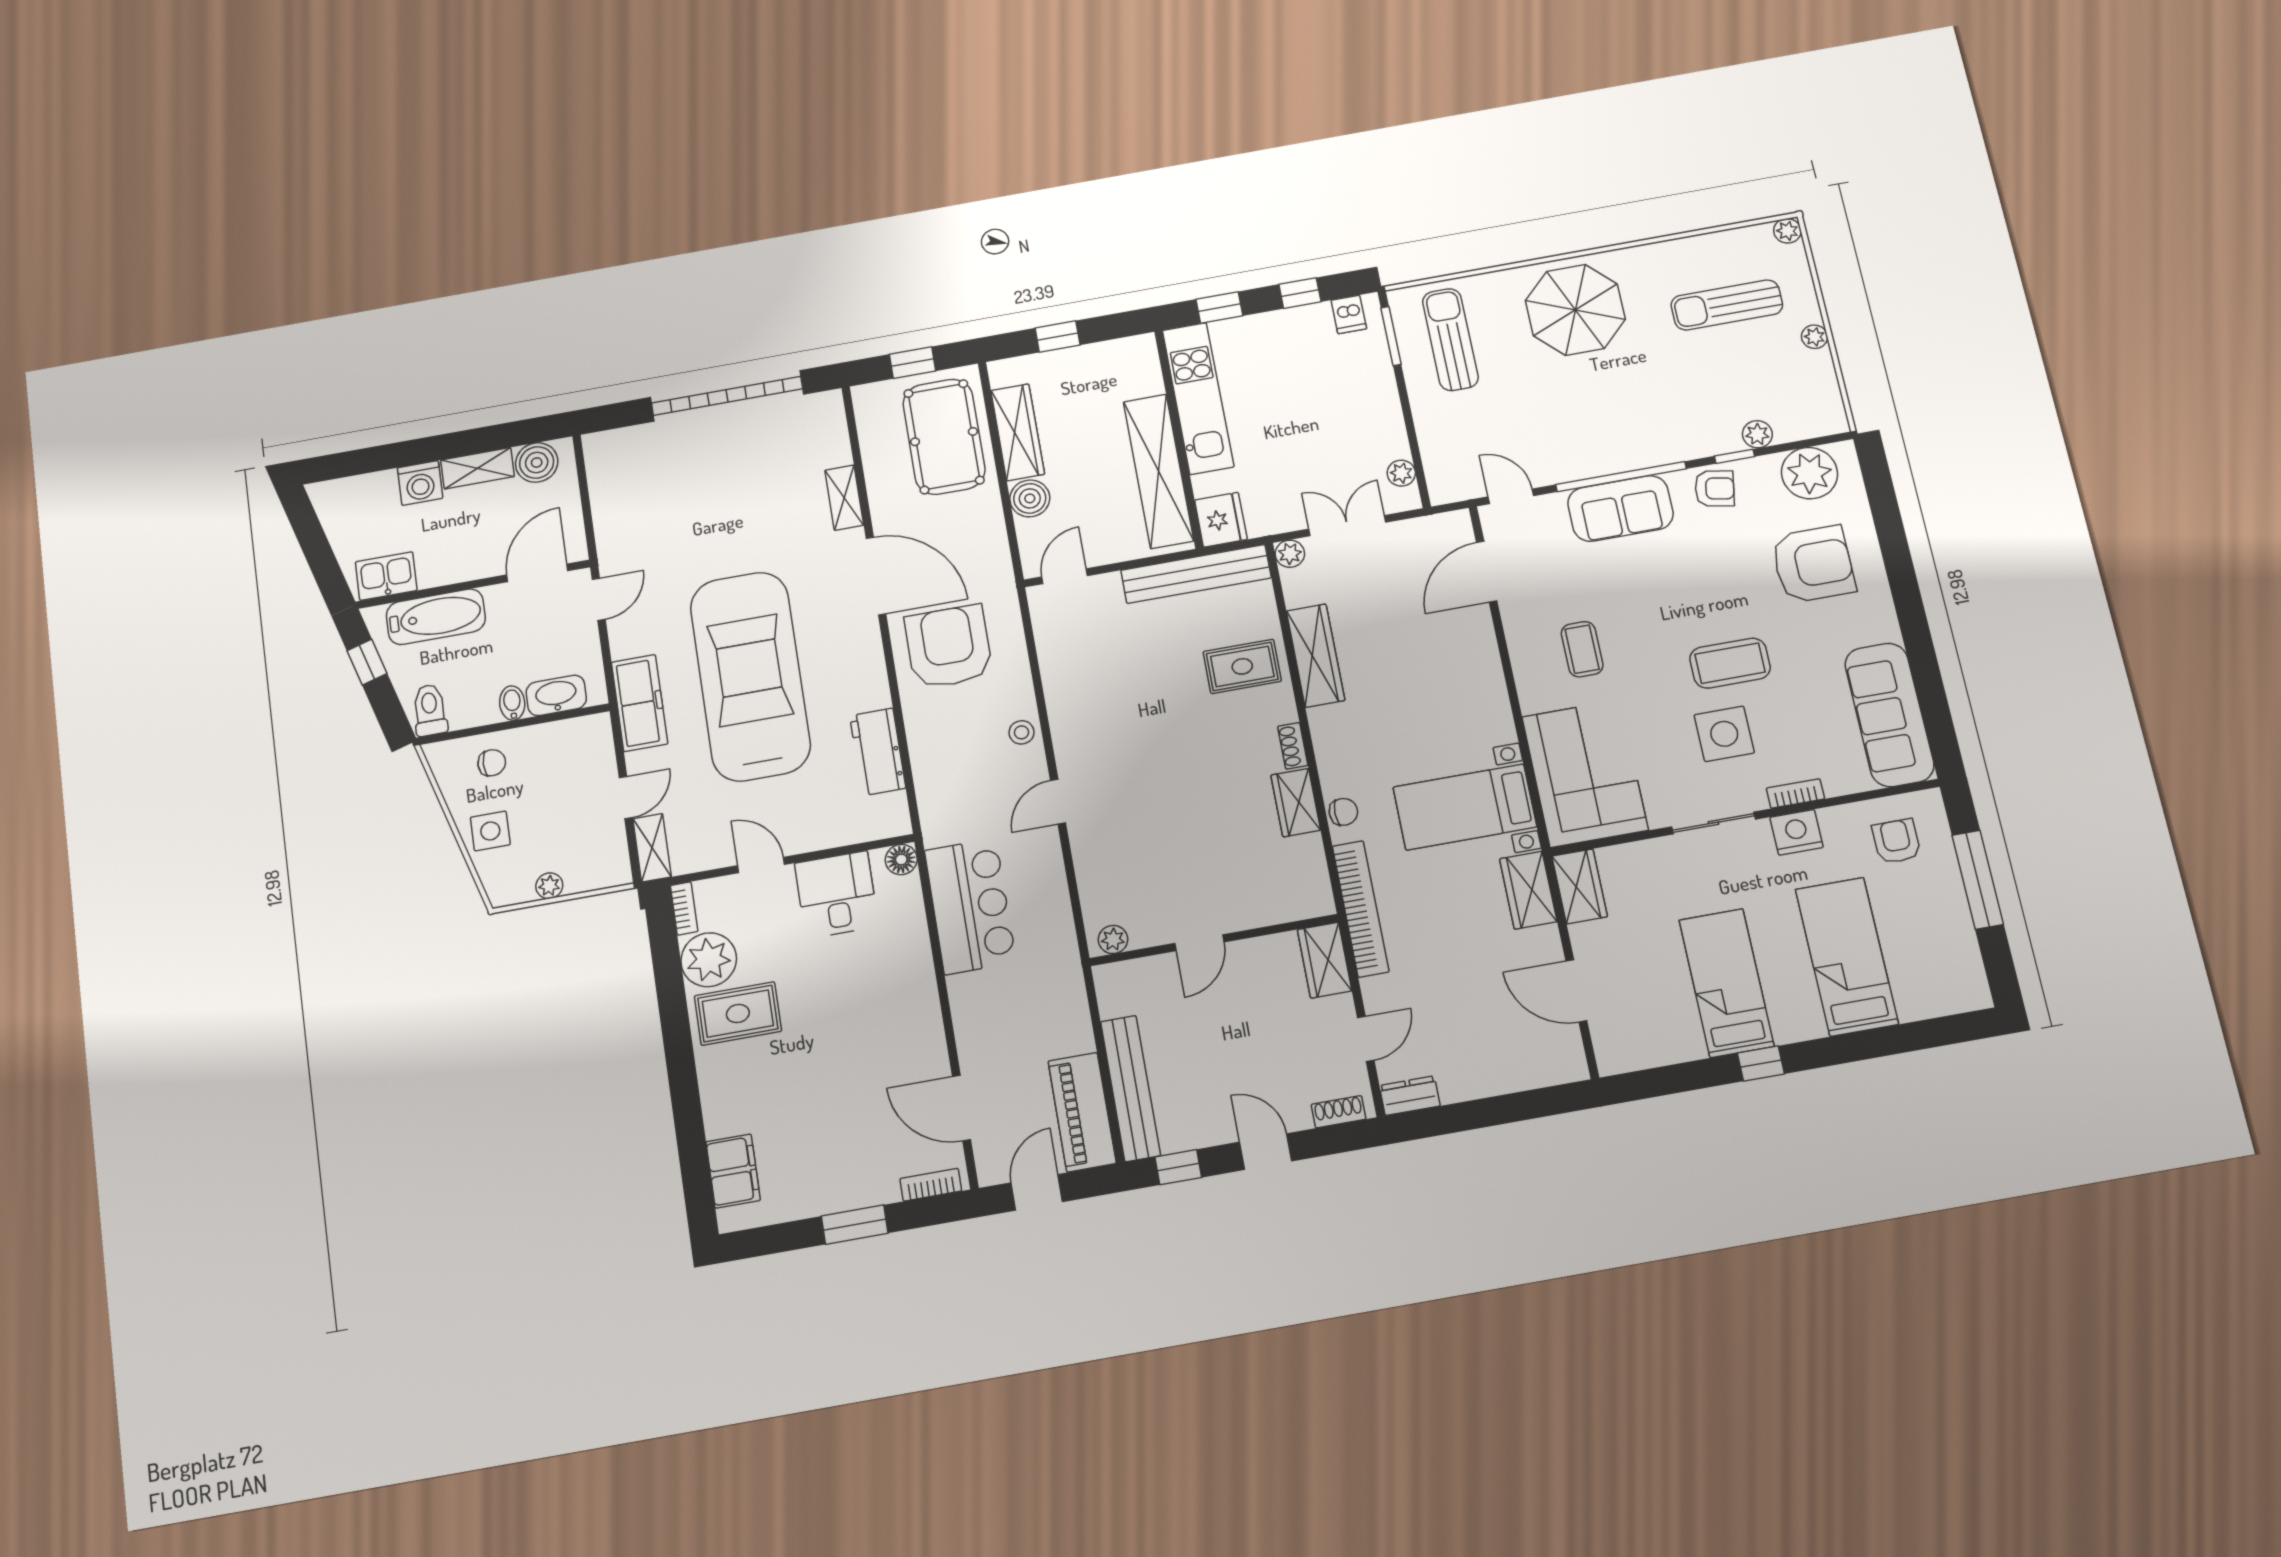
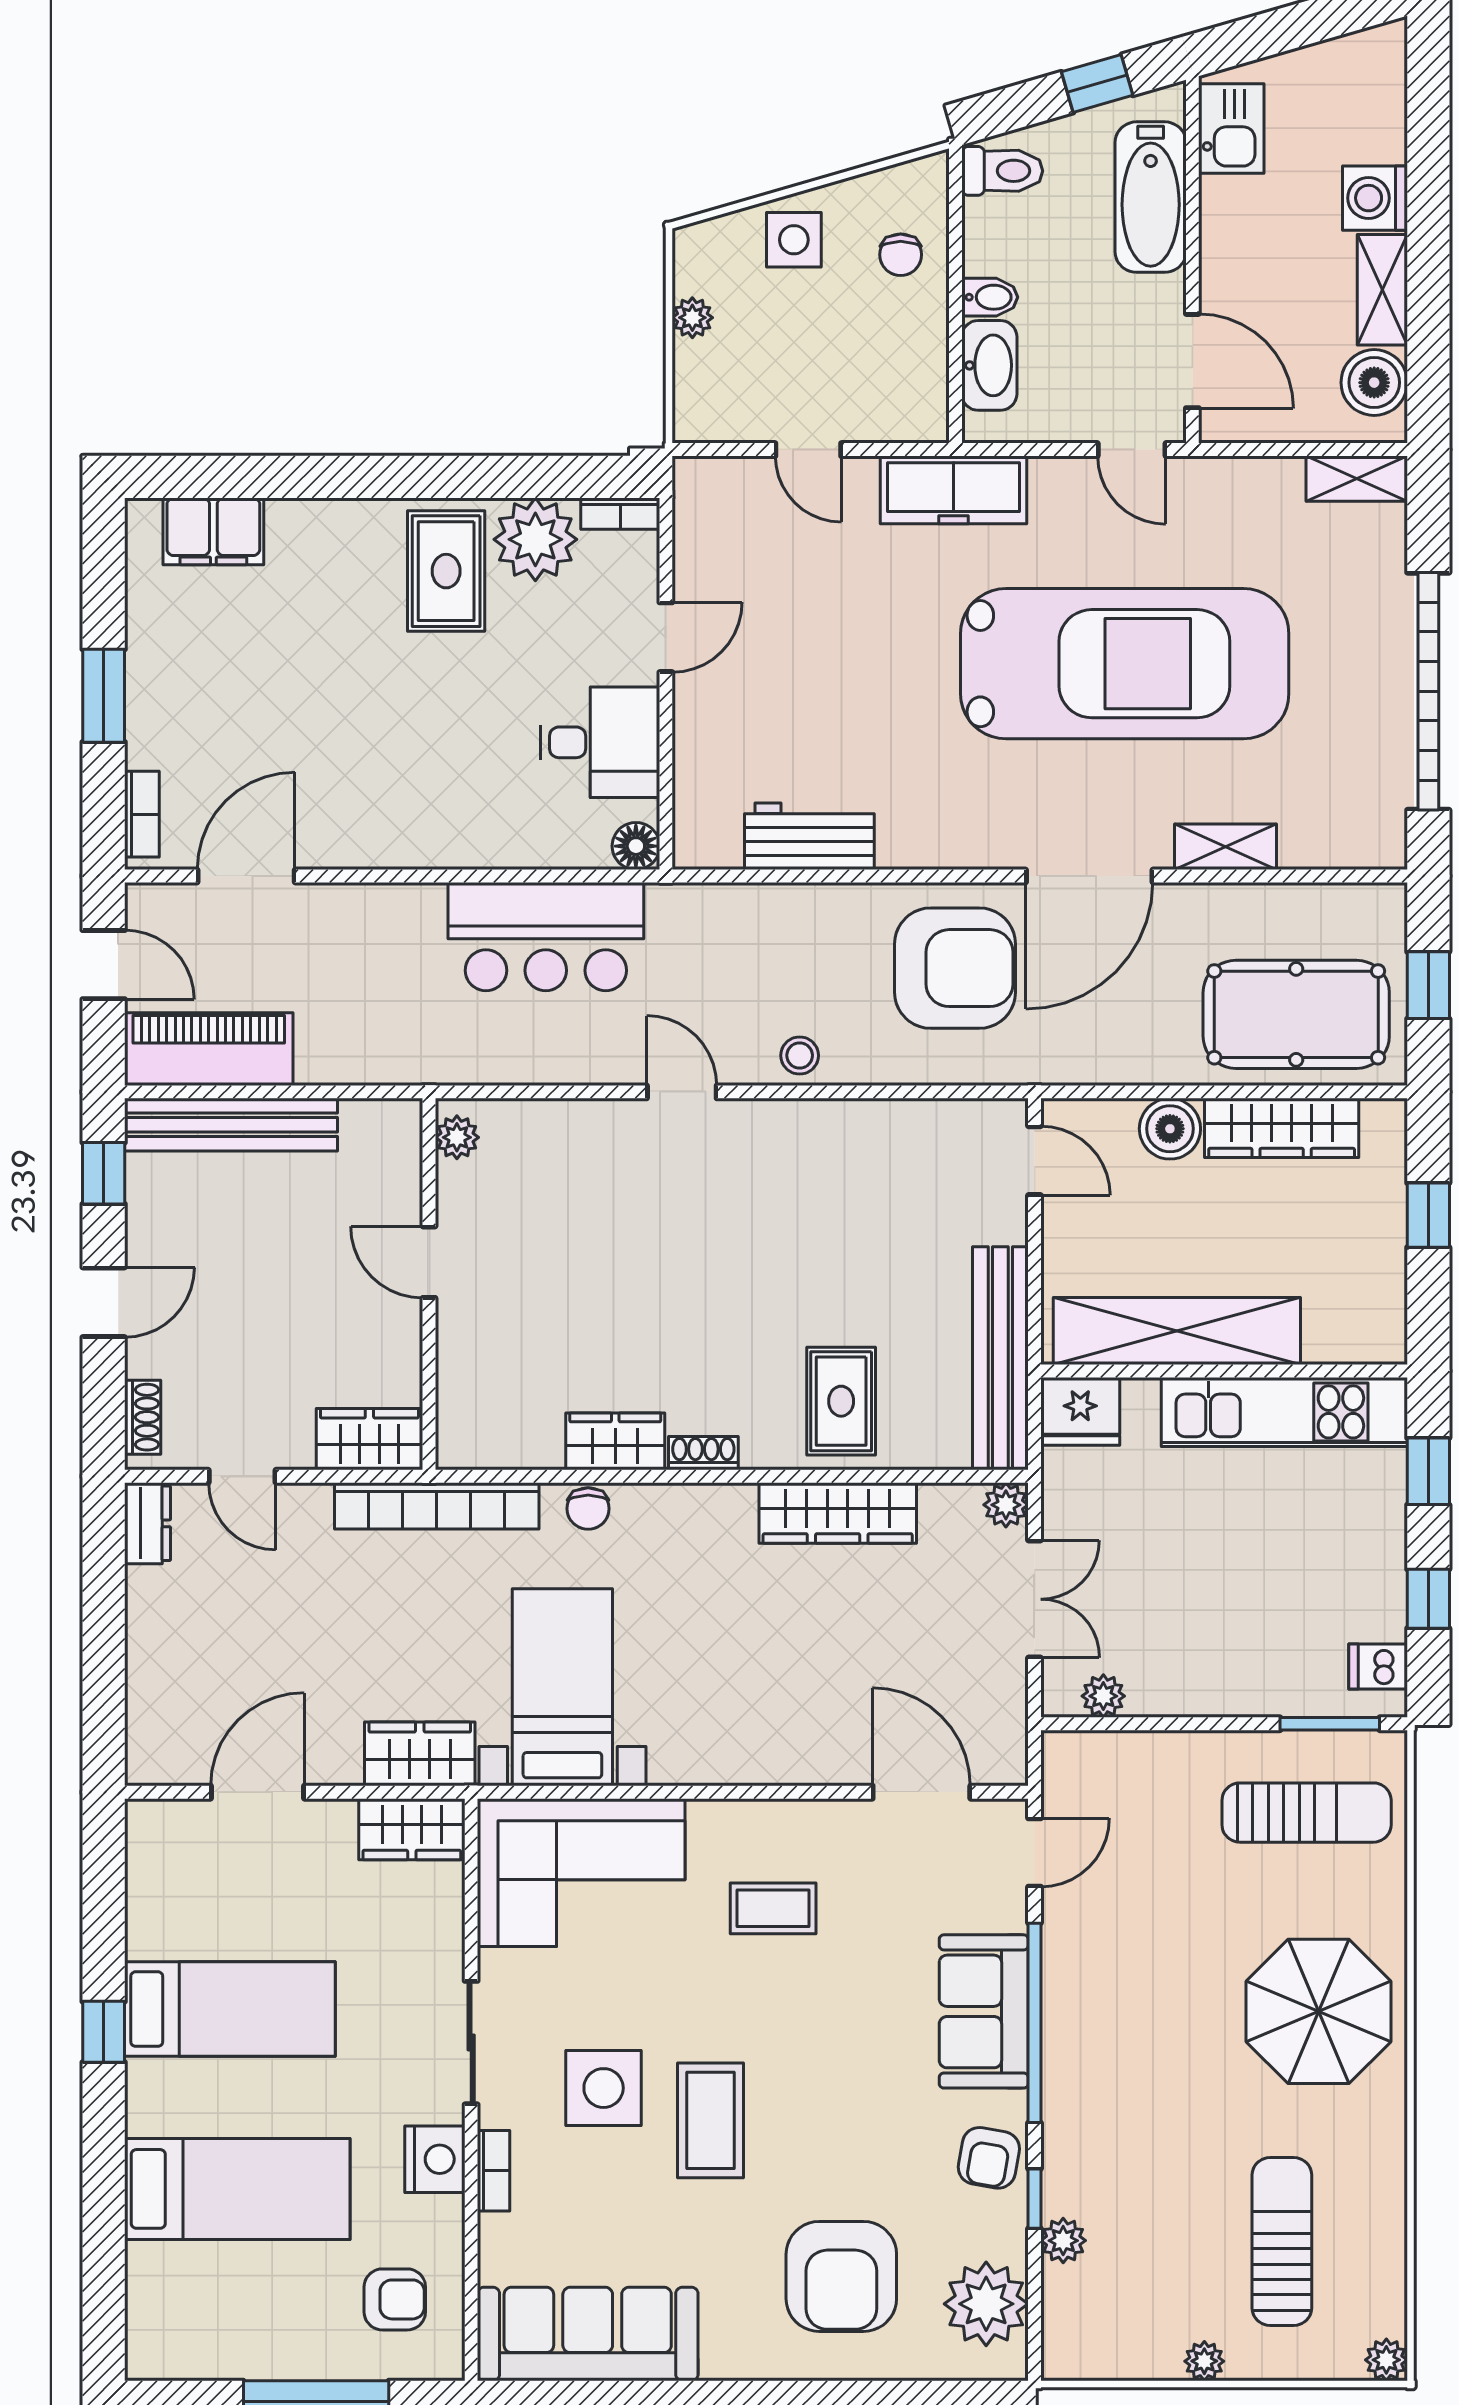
car: (750, 676) -> (1125, 664), moved
shelving: (652, 848) -> (1357, 479), moved

